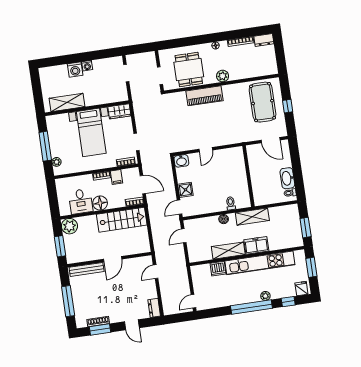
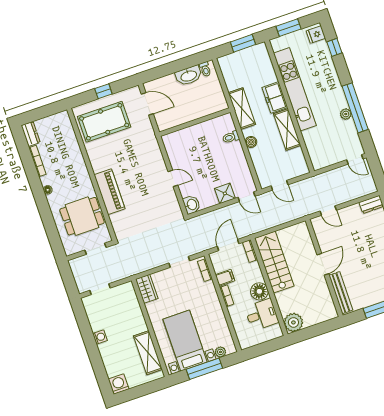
washing machine: (75, 69) -> (119, 384), moved, turned -90
plant: (223, 76) -> (82, 175), removed
bed with nightstands: (91, 132) -> (185, 341), moved, turned -90
door: (271, 140) -> (147, 104), hinge flipped
window: (60, 246) -> (319, 329), removed
door: (113, 259) -> (323, 264), hinge flipped
dishwasher: (218, 269) -> (311, 138), removed
plant: (265, 296) -> (346, 114), moved
window: (251, 307) -> (355, 108), moved

